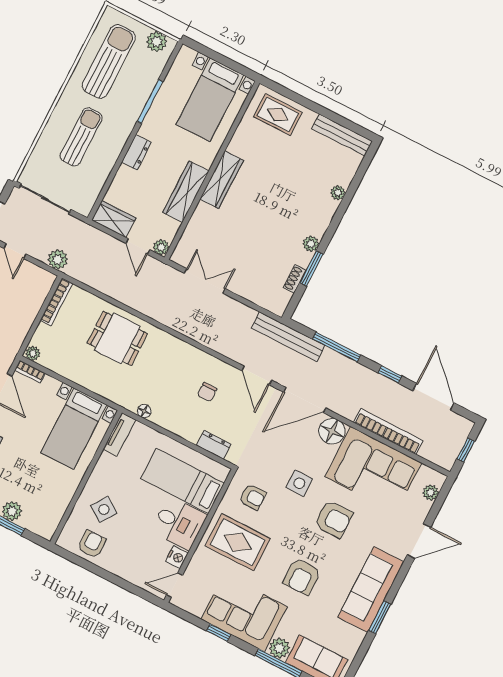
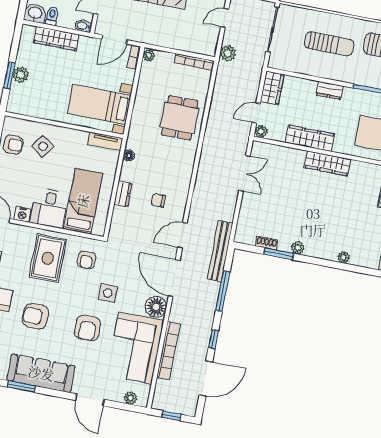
dresser: (214, 445) -> (123, 194), moved

